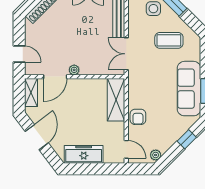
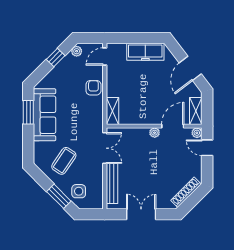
coffee table: (169, 40) -> (64, 161), turned -56
plant: (30, 70) -> (197, 133), added
shelving: (116, 100) -> (112, 111), width x0.67, depth x0.75
window: (187, 139) -> (56, 57), moved
door: (126, 149) -> (105, 57), hinge flipped

